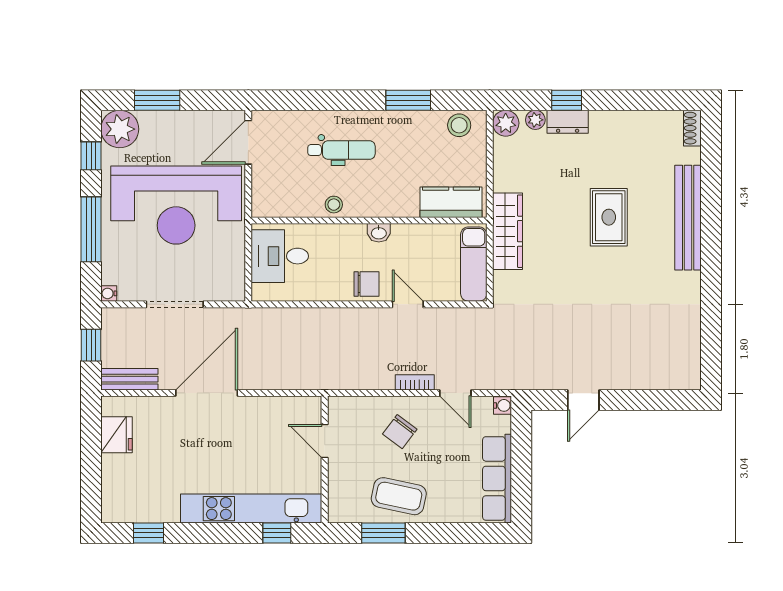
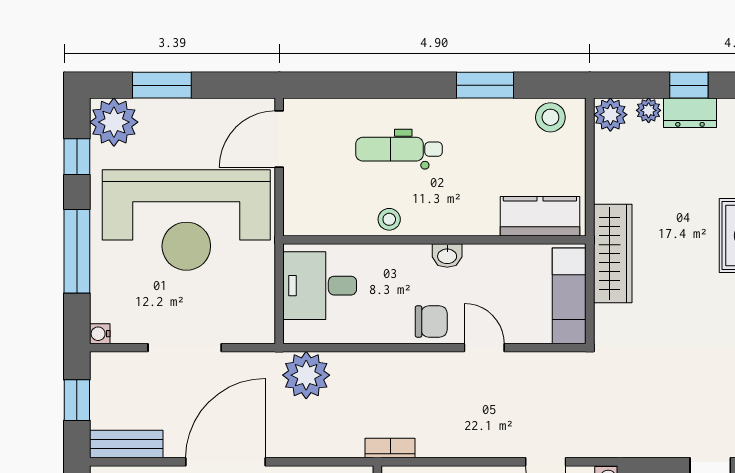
dental chair: (341, 150) -> (399, 149), turned 180
plant: (269, 326) -> (306, 375), added
bookcase: (415, 382) -> (390, 448), moved

